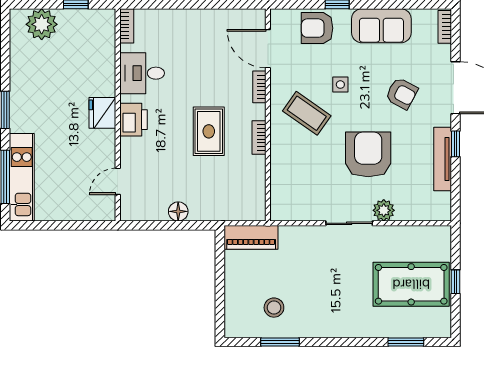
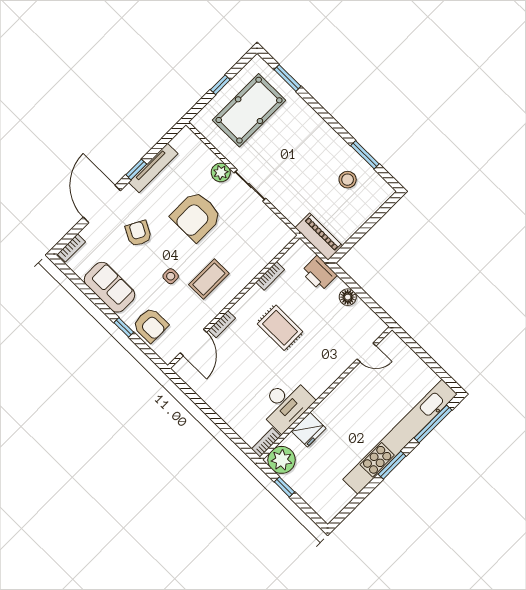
plant: (42, 24) -> (282, 460), moved
desk: (142, 73) -> (286, 404), width x1.37
fridge: (102, 113) -> (309, 430), moved
coffee table: (307, 113) -> (209, 279), turned 55
printer: (134, 120) -> (319, 273), moved, turned -90
rug: (209, 131) -> (280, 328), turned 90
bookcase: (259, 137) -> (270, 276), moved
kitchen unit: (22, 177) -> (400, 437), width x1.86
pool table: (411, 284) -> (249, 110), turned 90

